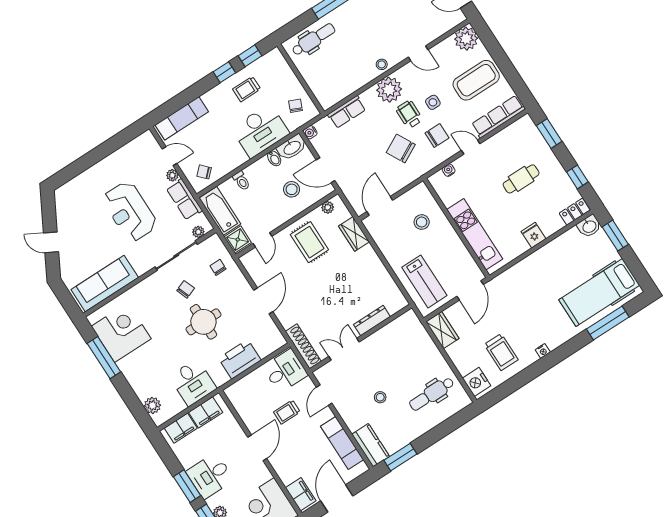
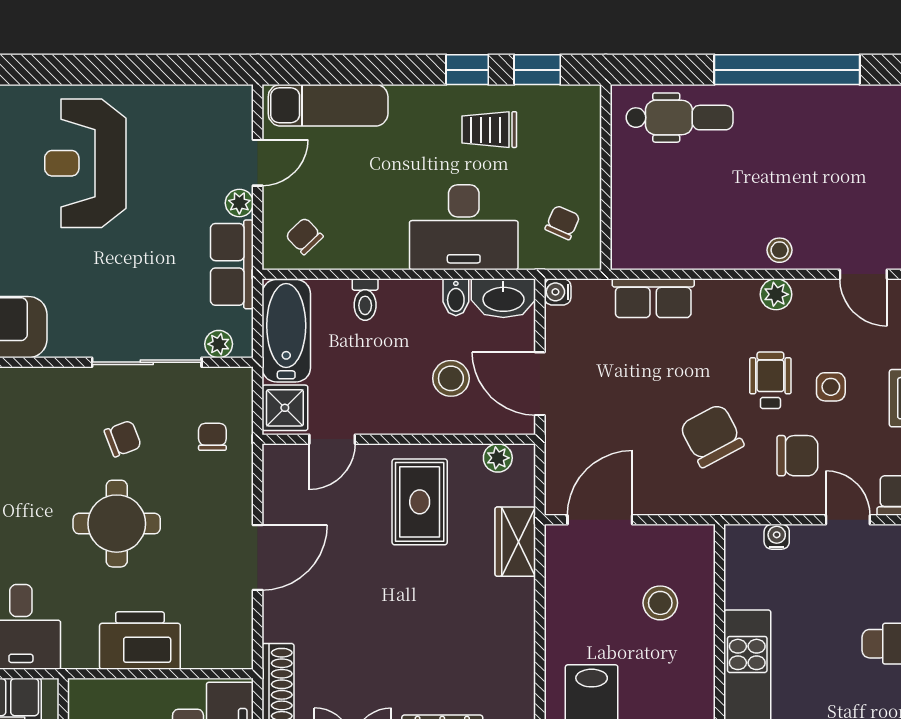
plant: (389, 90) -> (776, 294), width x0.53, depth x0.53
door: (170, 156) -> (258, 163), hinge flipped
reception desk: (130, 212) -> (85, 163), moved

